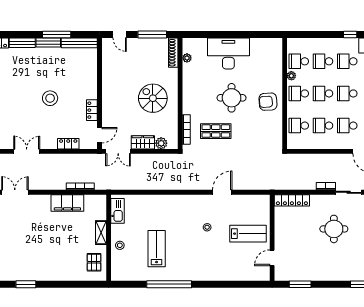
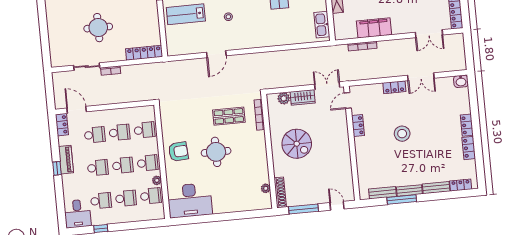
bench: (79, 43) -> (382, 193), width x0.73
desk: (228, 53) -> (190, 200), moved
locker: (68, 144) -> (394, 87), moved

